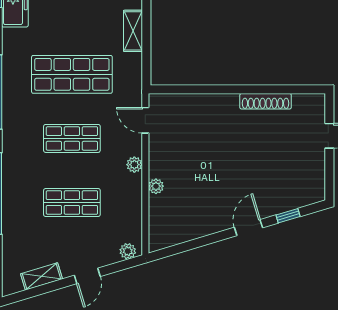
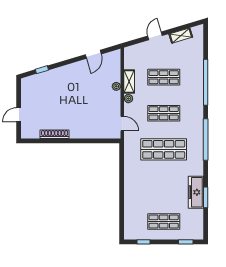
shelving: (133, 31) -> (129, 82), moved
door: (249, 228) -> (93, 54), moved
plant: (128, 251) -> (132, 50), removed

